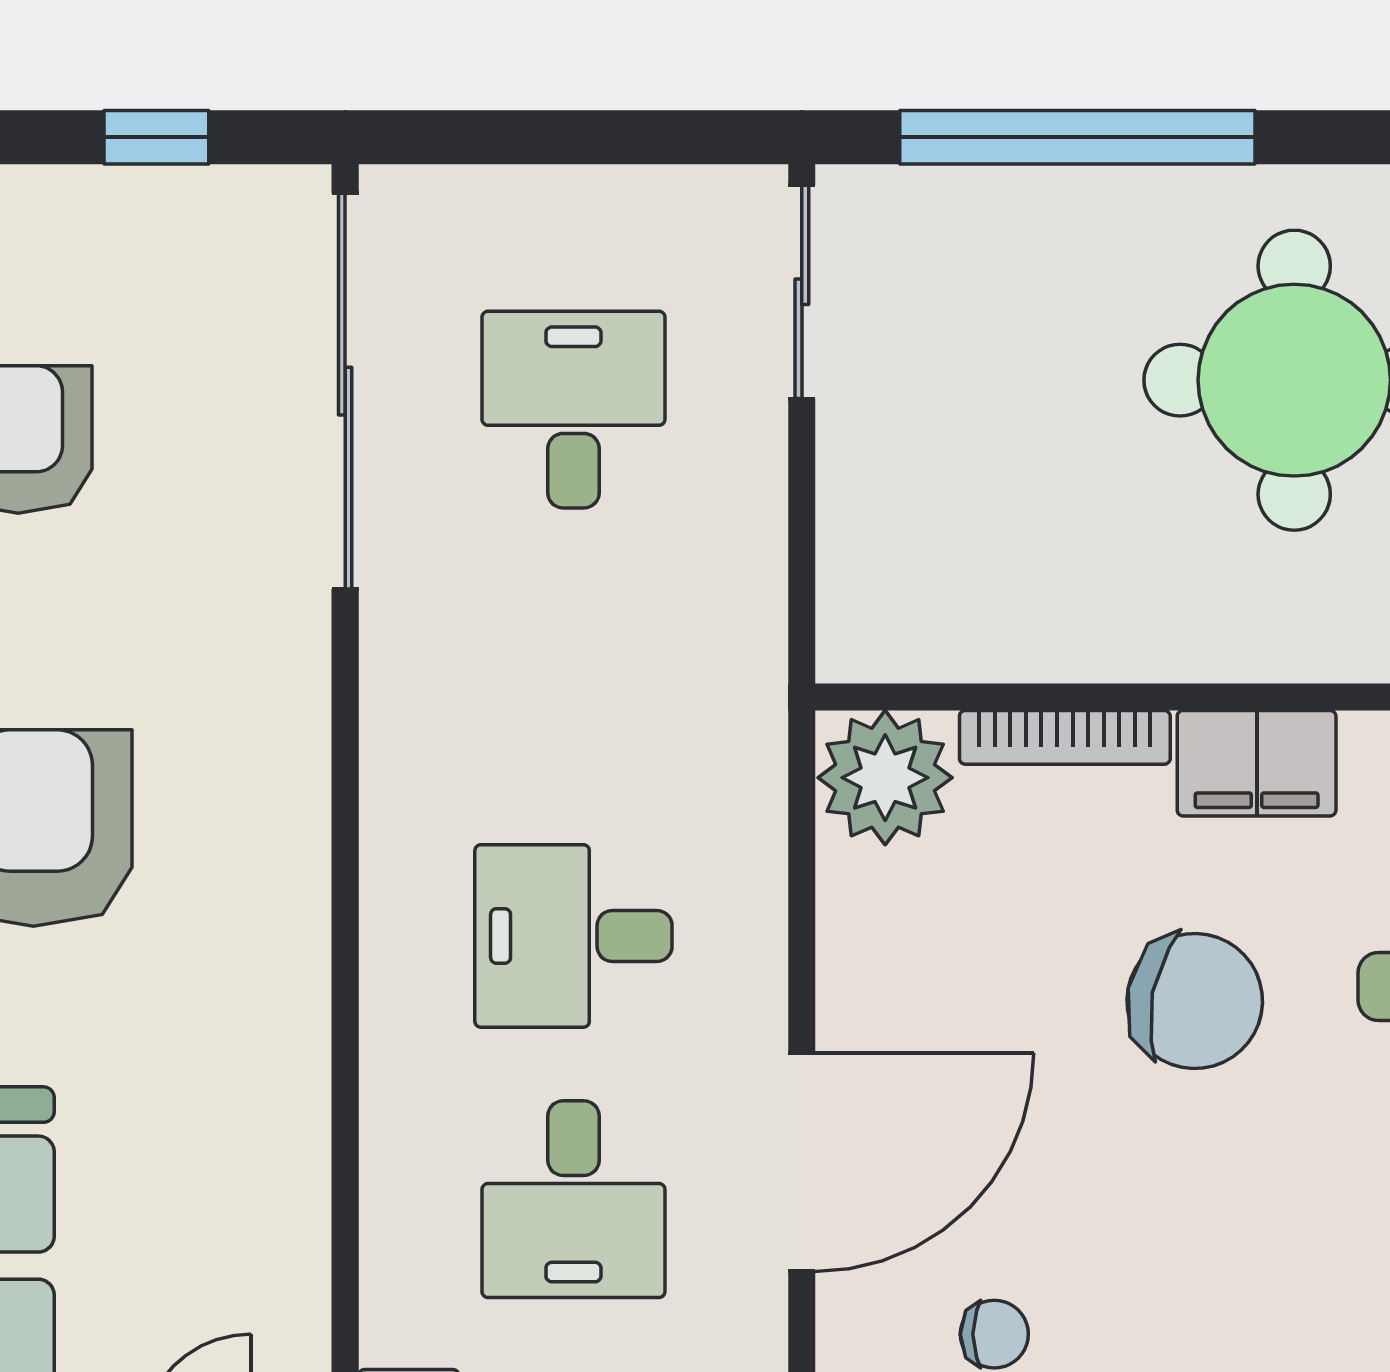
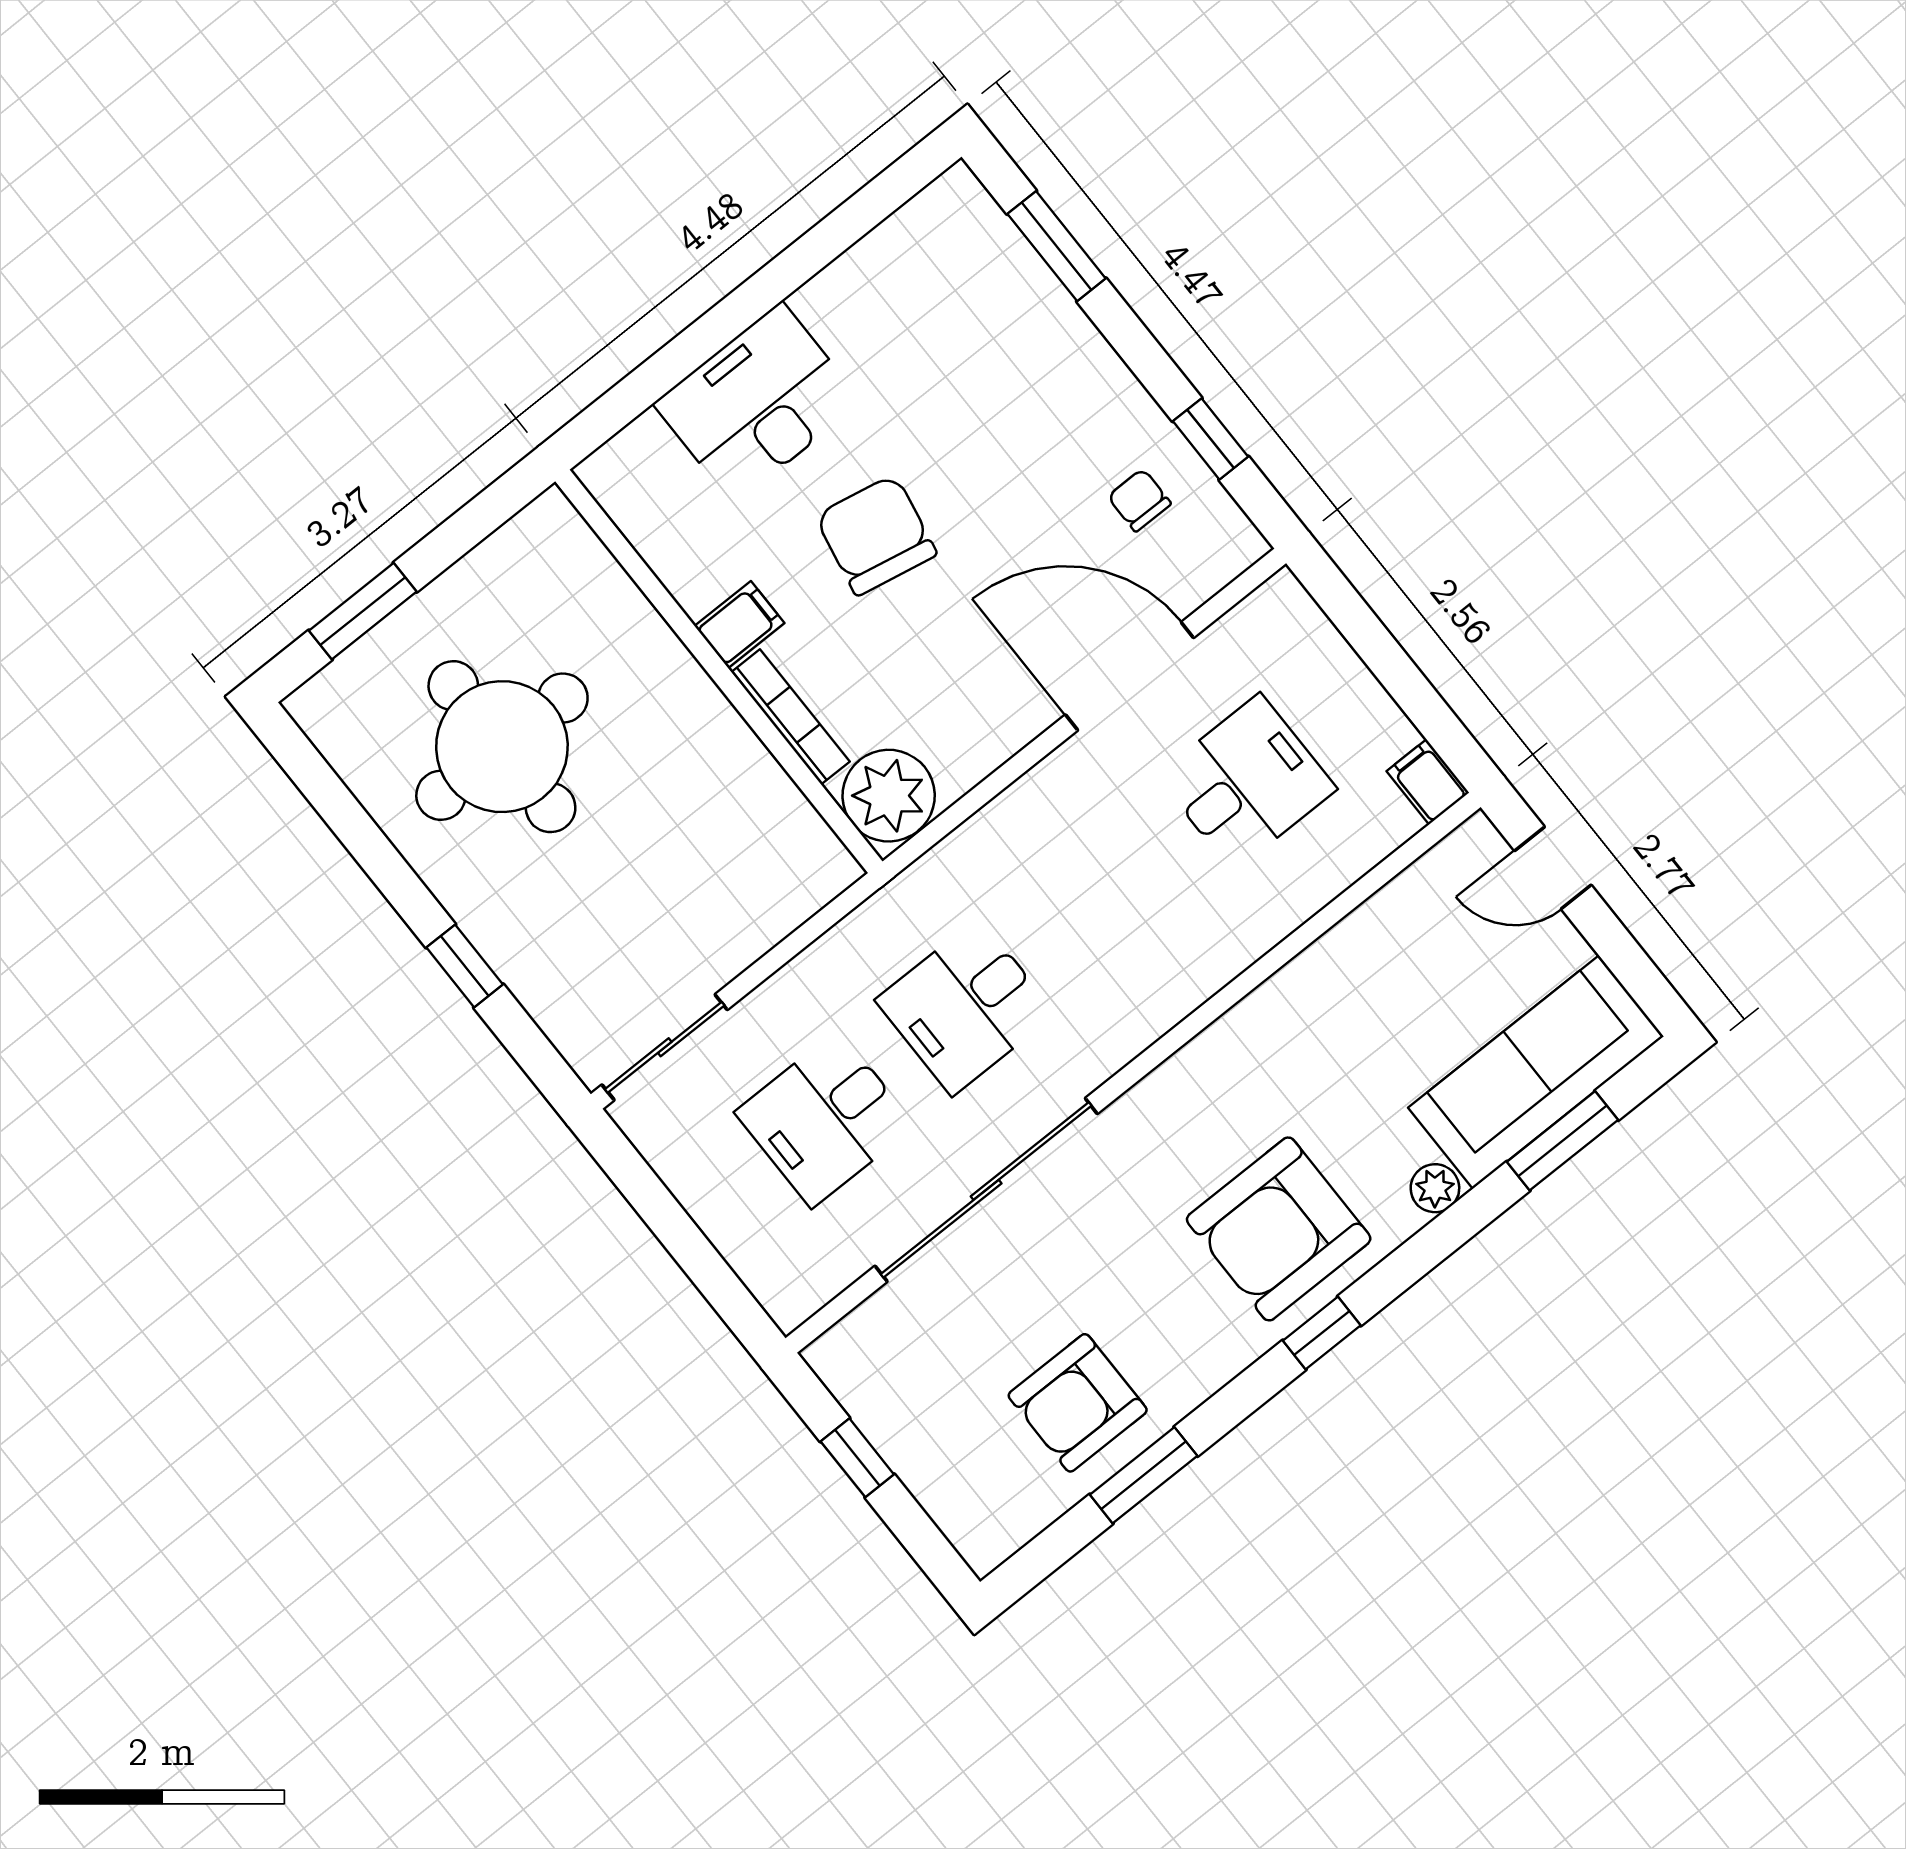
window: (1077, 137) -> (465, 966), width x0.32
sliding door: (345, 391) -> (986, 1190), moved
filing cabinet: (1257, 763) -> (739, 625), width x0.50
desk: (573, 936) -> (965, 1007), moved, turned 90

